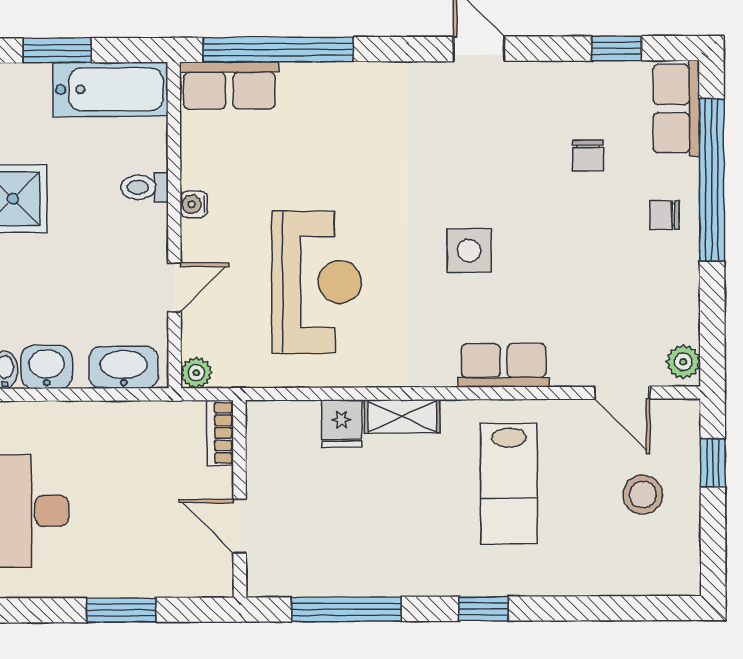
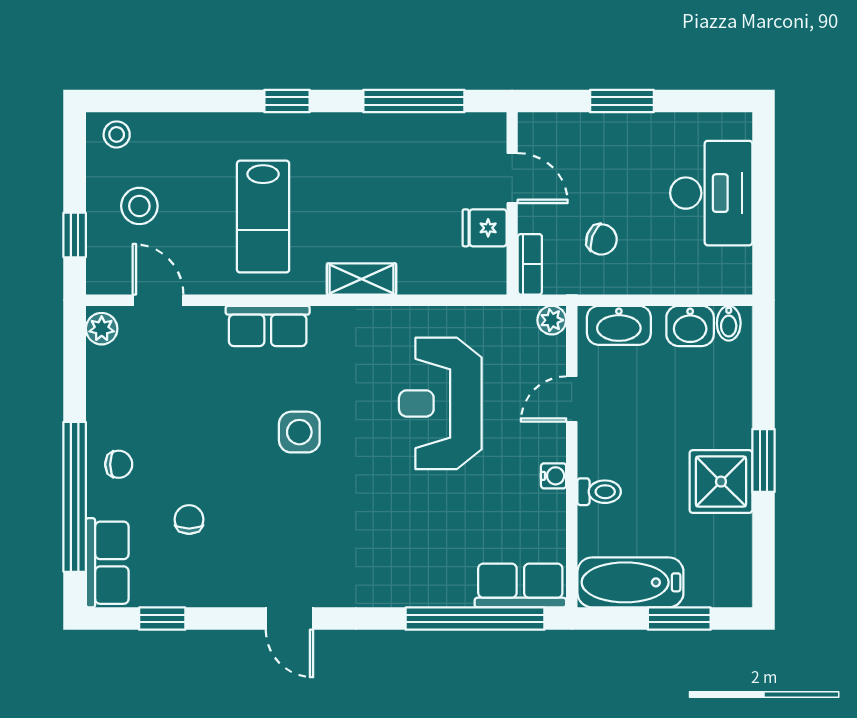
fridge: (342, 424) -> (485, 228), moved, turned -90
chair: (143, 460) -> (602, 239), added
lab bench: (509, 484) -> (263, 217), turned 180
stool: (668, 572) -> (117, 134), added

